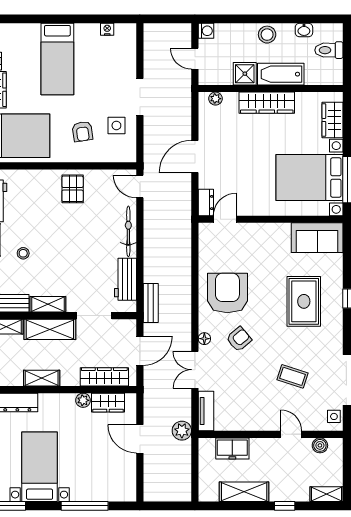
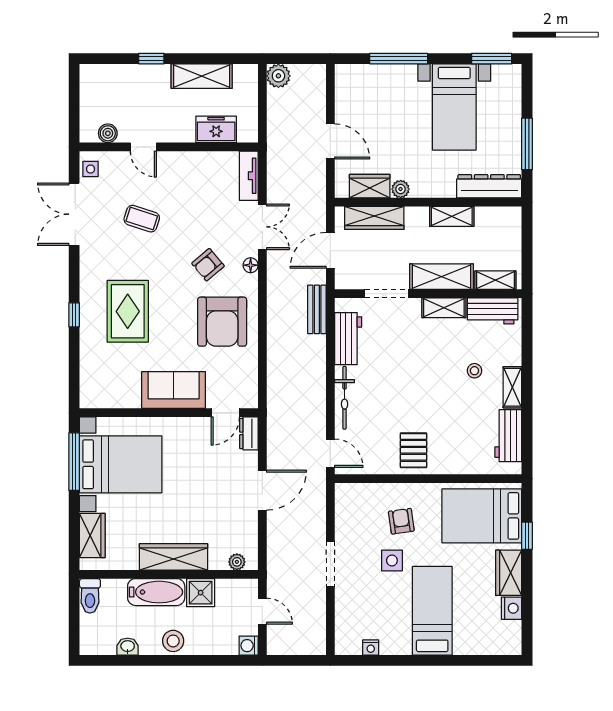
toilet: (329, 50) -> (90, 596), moved, turned 90
side table: (116, 125) -> (392, 560), moved
sofa: (317, 238) -> (174, 390), moved
plant: (182, 431) -> (278, 76), moved
shelving: (326, 494) -> (100, 73), removed

